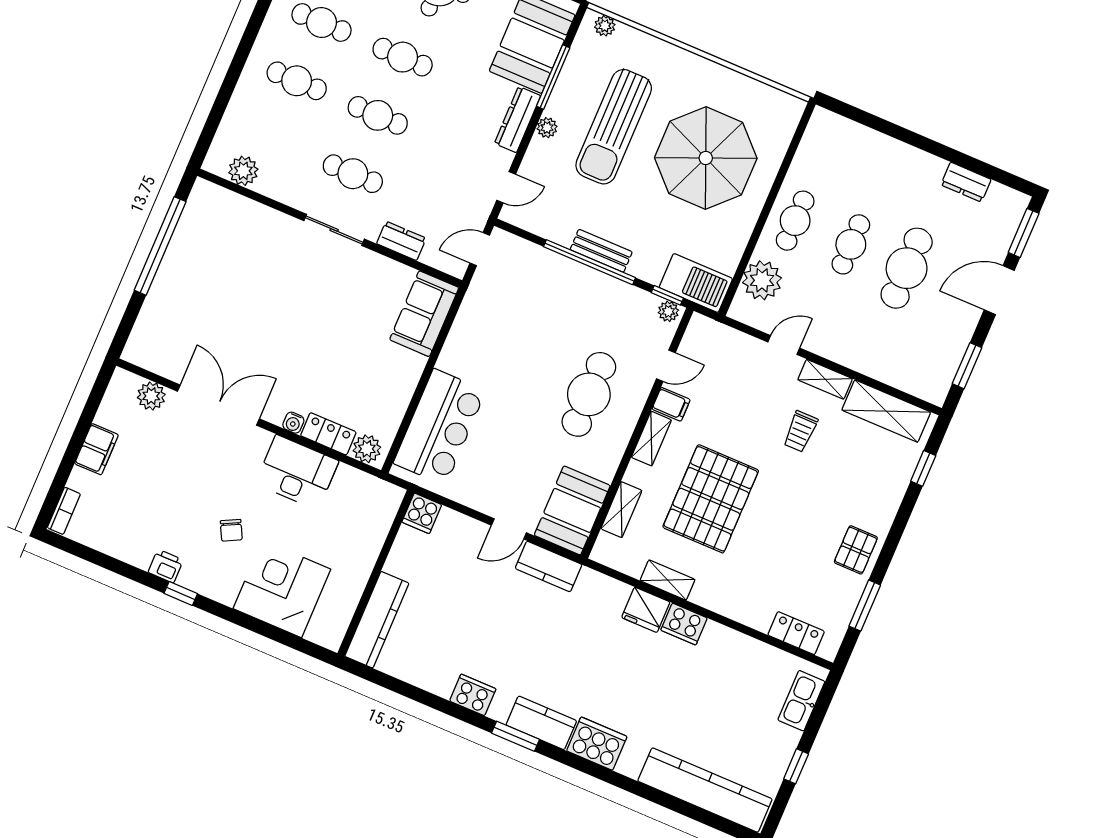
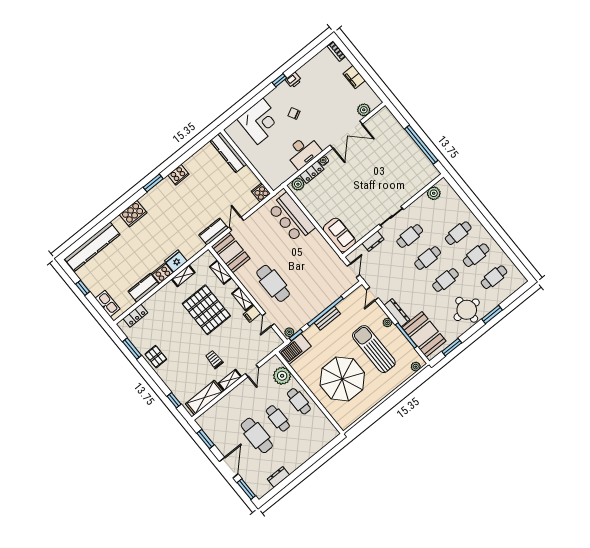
kitchen counter: (541, 723) -> (144, 288), moved, turned 180

